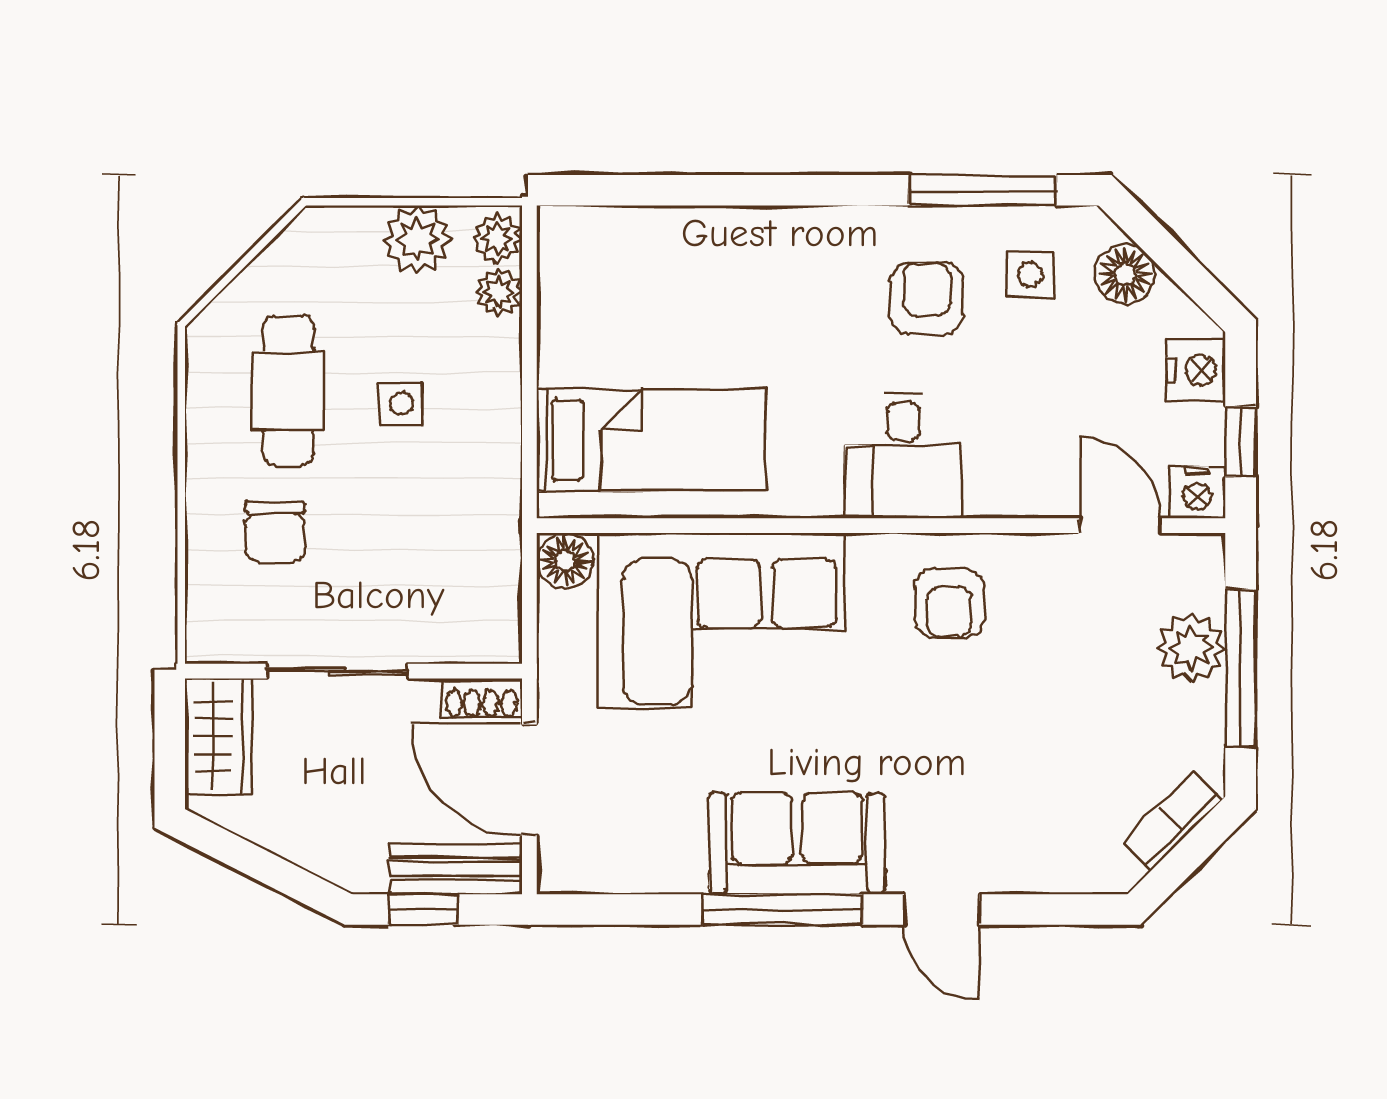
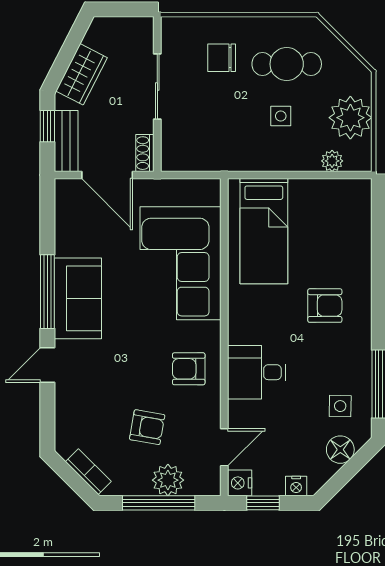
plant: (497, 239) -> (357, 160), removed
plant: (417, 240) -> (350, 118), width x1.36, depth x1.36
armchair: (927, 298) -> (325, 306), moved
nightstand: (1196, 370) -> (296, 486), width x0.72, depth x0.74
desk: (903, 455) -> (257, 372), moved
floor lamp: (565, 561) -> (208, 192), removed
armchair: (1076, 693) -> (147, 427), added
wardrobe: (219, 736) -> (82, 74), moved, turned -63
door: (529, 780) -> (107, 175), swing flipped

